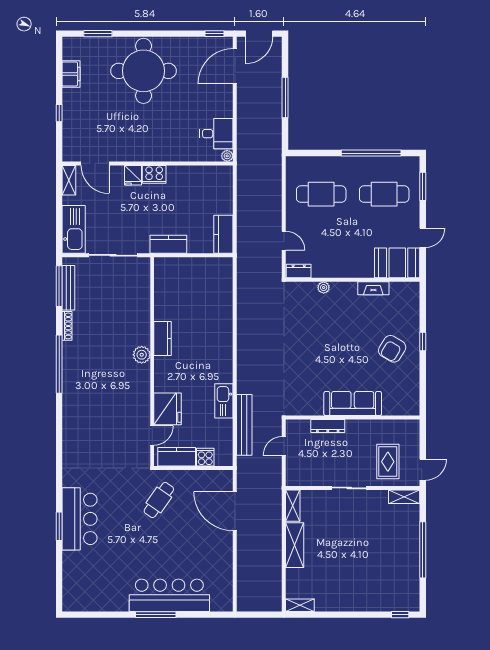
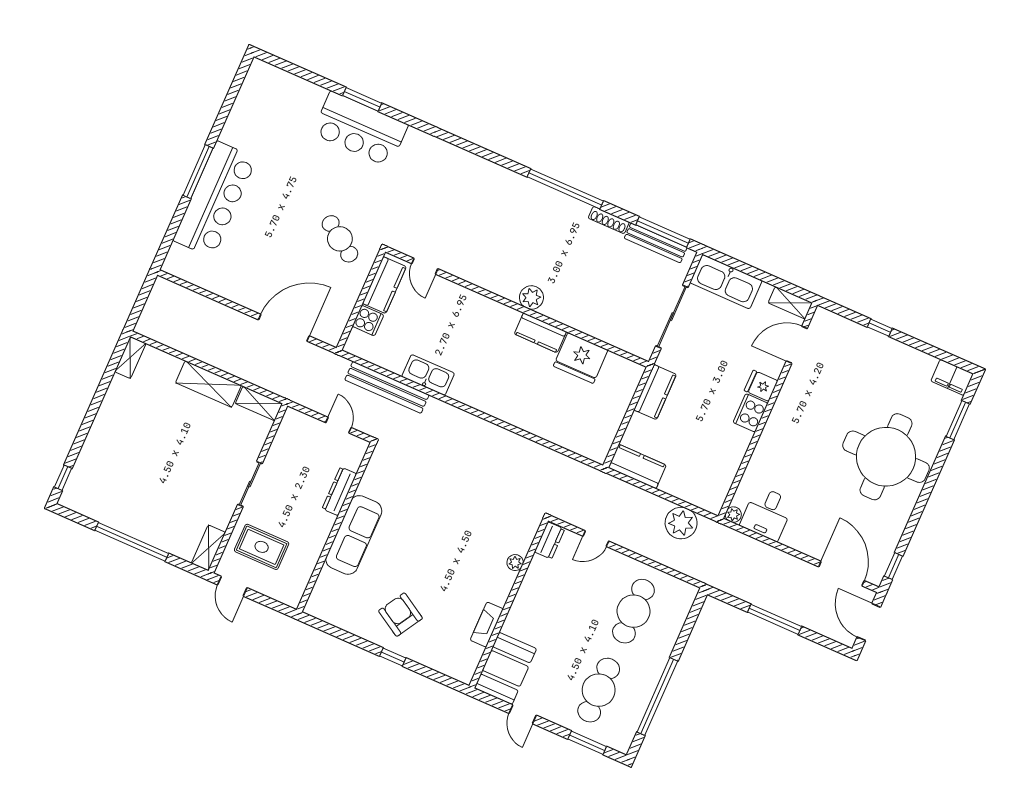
filing cabinet: (71, 74) -> (952, 377), moved
plant: (248, 188) -> (681, 523), added
fridge: (168, 409) -> (581, 358), moved

